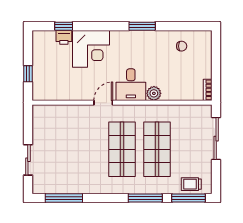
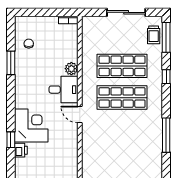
window: (64, 26) -> (11, 140), moved
window: (142, 26) -> (11, 63), moved
sliding door: (216, 139) -> (126, 12), moved
window: (64, 198) -> (166, 135), moved
window: (145, 198) -> (166, 77), width x0.46

